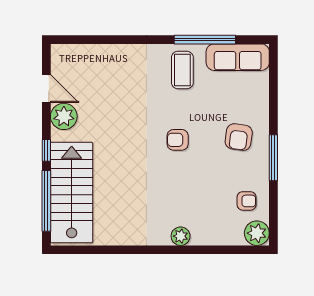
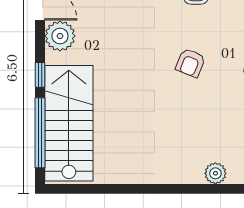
armchair: (178, 140) -> (191, 63), turned -68
plant: (181, 236) -> (215, 173), moved

